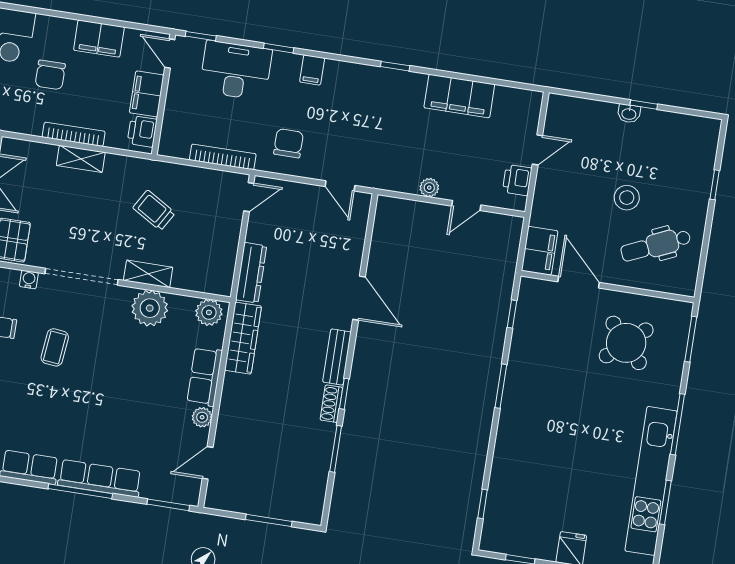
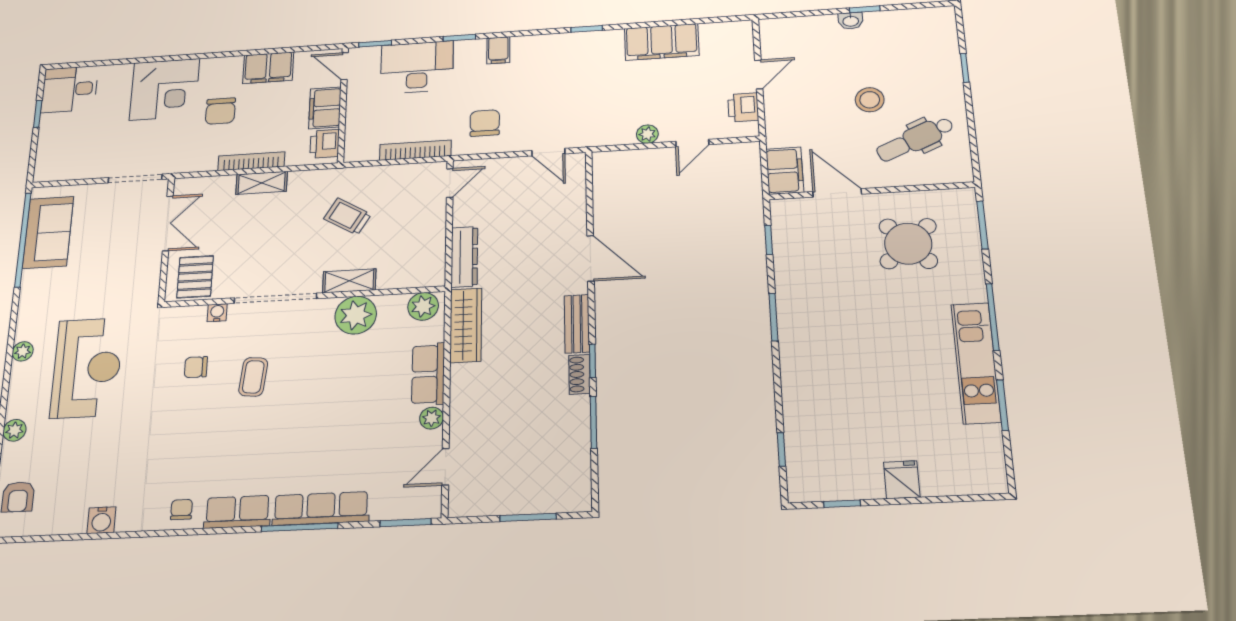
kitchen unit: (651, 481) -> (976, 363), width x0.73

